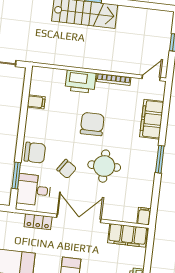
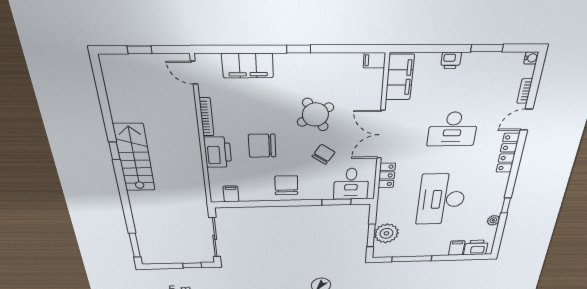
filing cabinet: (36, 102) -> (231, 194), moved
chair: (92, 124) -> (262, 146), moved
chair: (35, 153) -> (286, 185), moved
window: (160, 159) -> (299, 49), width x0.67
round table: (104, 166) -> (315, 115), turned -31

